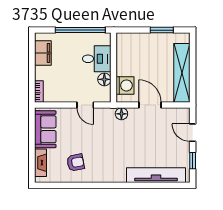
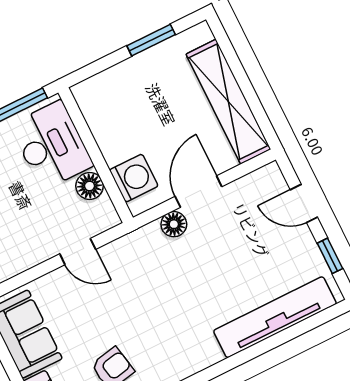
desk: (97, 59) -> (51, 145), width x1.37
door: (150, 105) -> (199, 191), hinge flipped
floor lamp: (121, 114) -> (174, 224), moved

